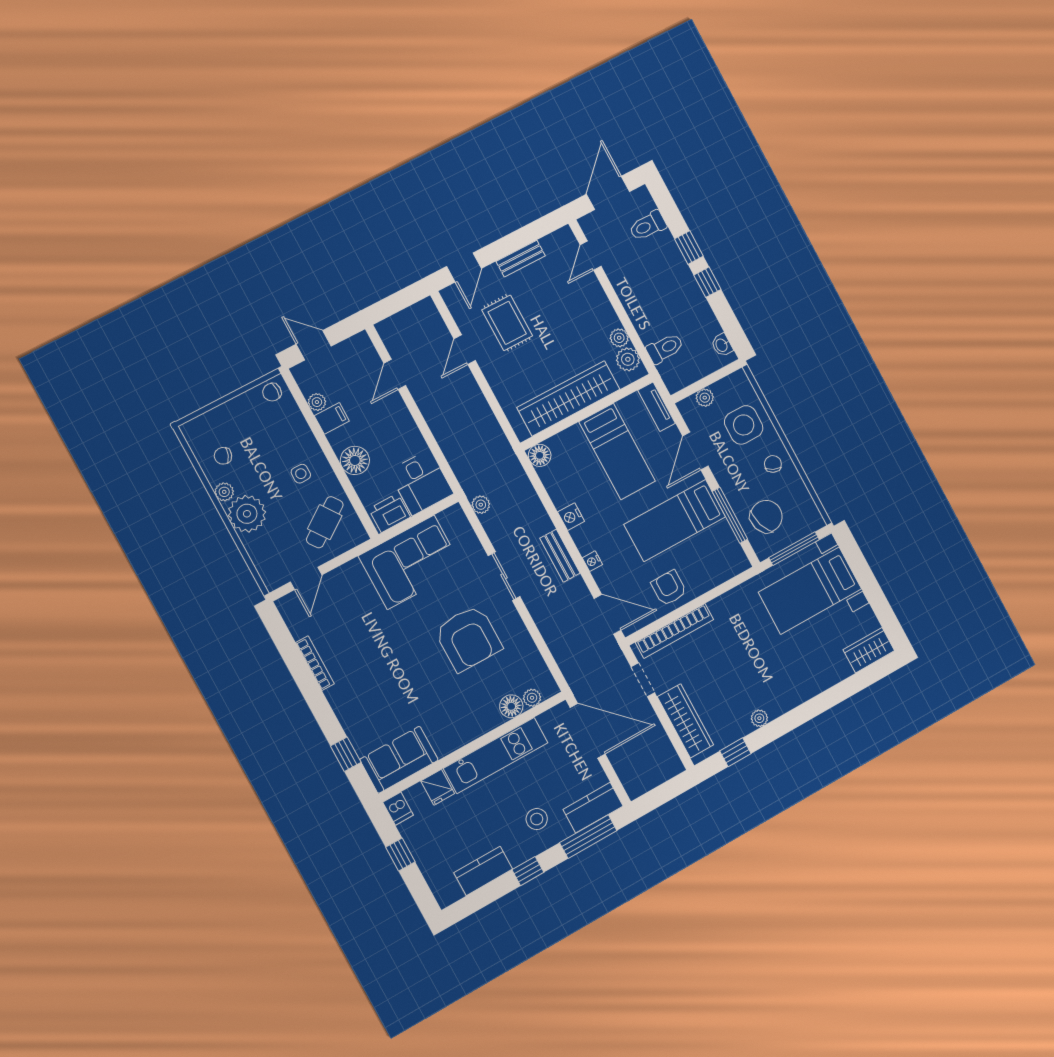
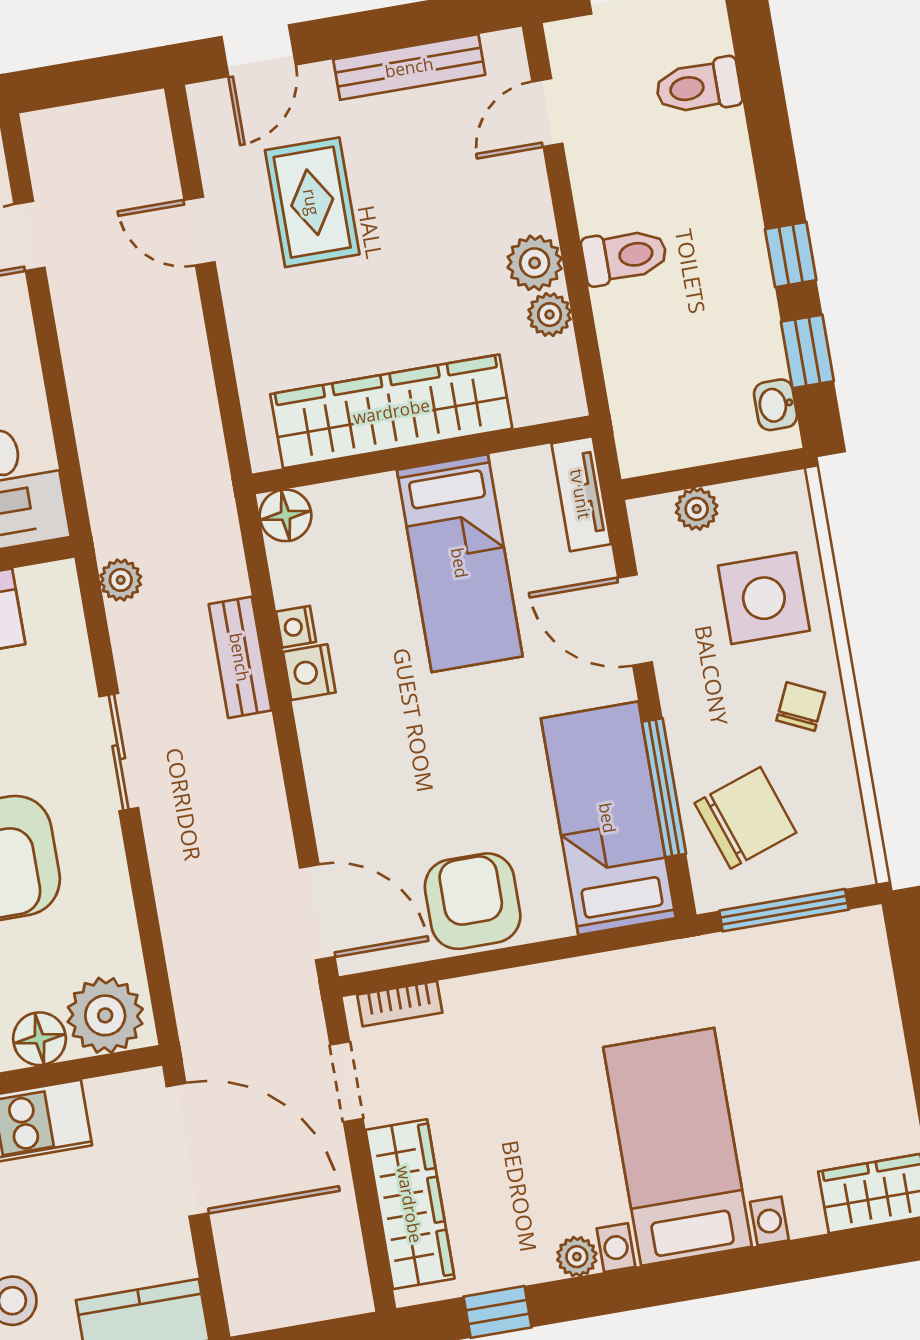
window: (689, 247) -> (807, 351), moved
bench: (521, 259) -> (409, 67), width x1.36
toilet: (665, 348) -> (625, 256), moved
door: (465, 350) -> (199, 231), hinge flipped
plant: (628, 359) -> (535, 263), moved
door: (695, 451) -> (635, 620), hinge flipped
bed: (675, 521) -> (608, 818), moved, turned 90
bench: (560, 556) -> (240, 657), moved
nightstand: (592, 561) -> (296, 627), moved
armchair: (669, 588) -> (473, 901), width x1.38, depth x1.38
bed with nightstands: (810, 591) -> (678, 1147), moved, turned 90
bookcase: (675, 631) -> (400, 1004), width x0.43, depth x0.76
plant: (532, 698) -> (105, 1015), width x1.87, depth x1.87

